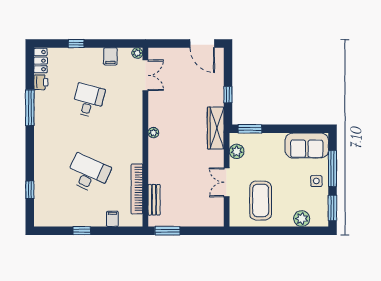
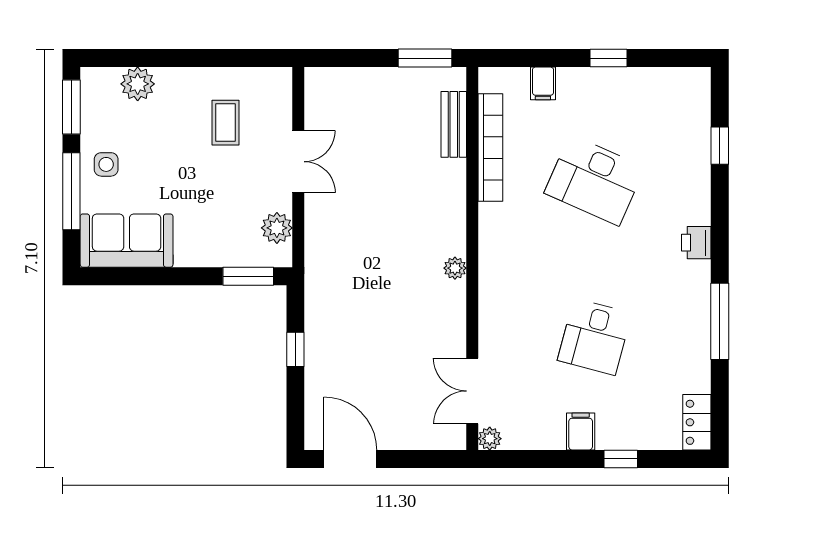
filing cabinet: (110, 56) -> (581, 431), moved
printer: (41, 82) -> (696, 243), moved
wardrobe: (216, 128) -> (322, 278), removed
coffee table: (261, 201) -> (226, 123), width x0.54, depth x0.58

